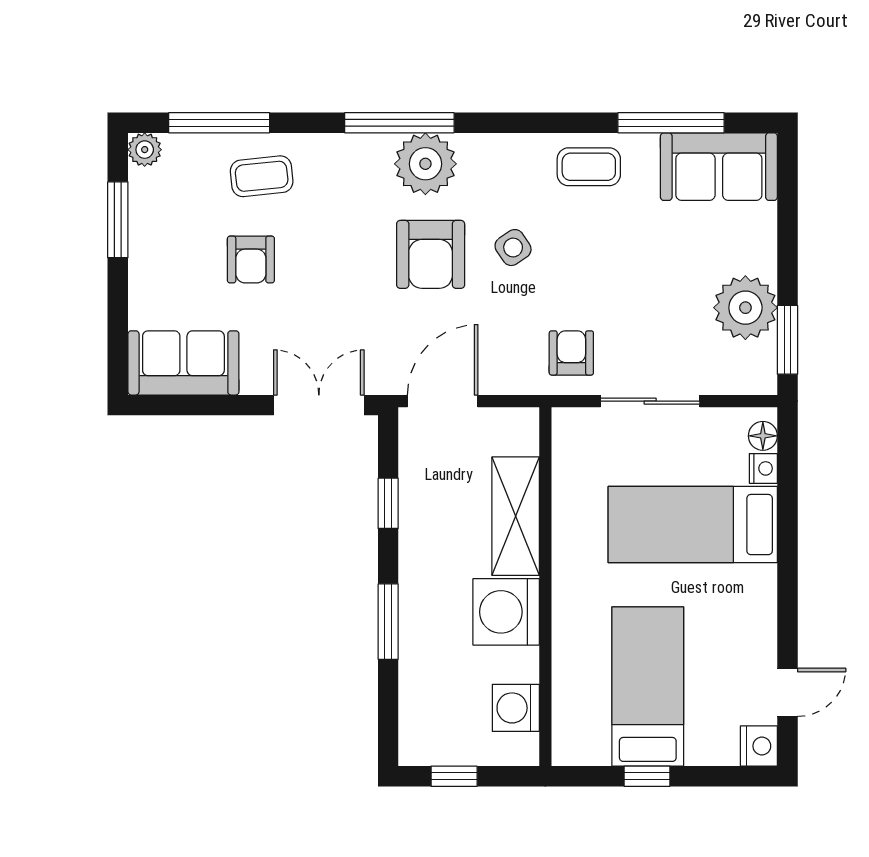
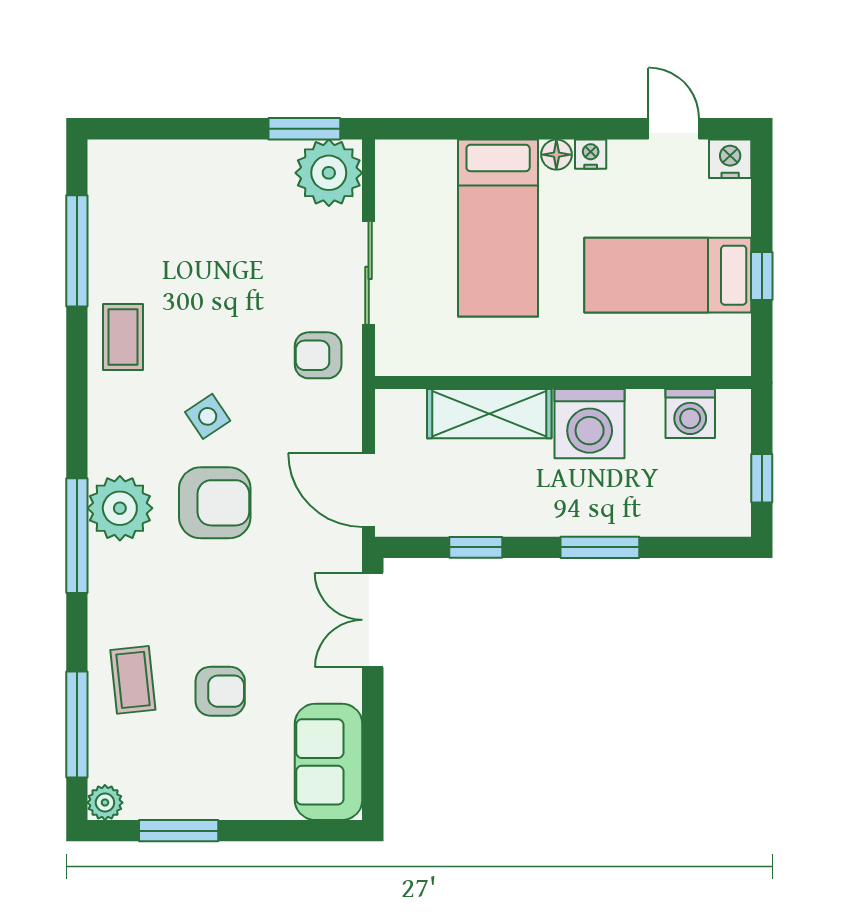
sofa: (719, 167) -> (123, 201), removed
plant: (745, 308) -> (329, 173), moved
floor lamp: (763, 436) -> (556, 155), moved
nightstand: (763, 468) -> (591, 154), moved

